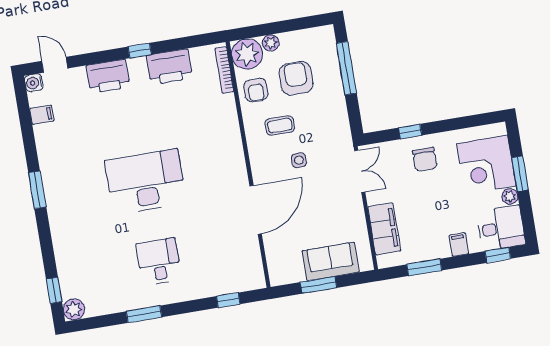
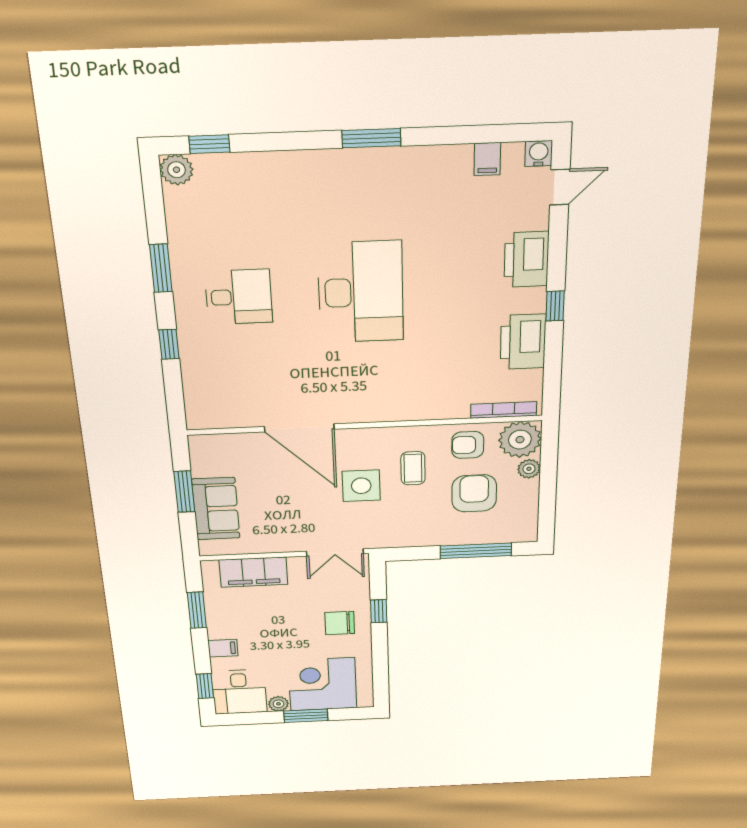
armchair: (296, 78) -> (474, 493), turned -90
side table: (299, 160) -> (361, 486), width x1.87, depth x1.87
window: (228, 300) -> (169, 344), moved

